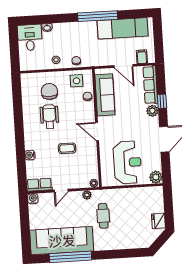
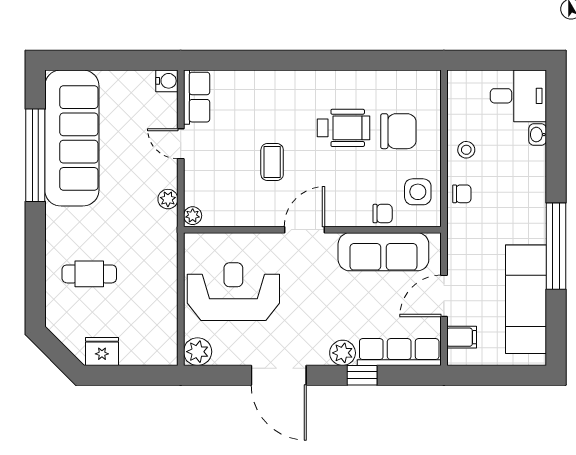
water cooler: (30, 155) -> (262, 80), removed
reception desk: (127, 162) -> (233, 292), turned 180
cafe table: (103, 216) -> (89, 274), moved

